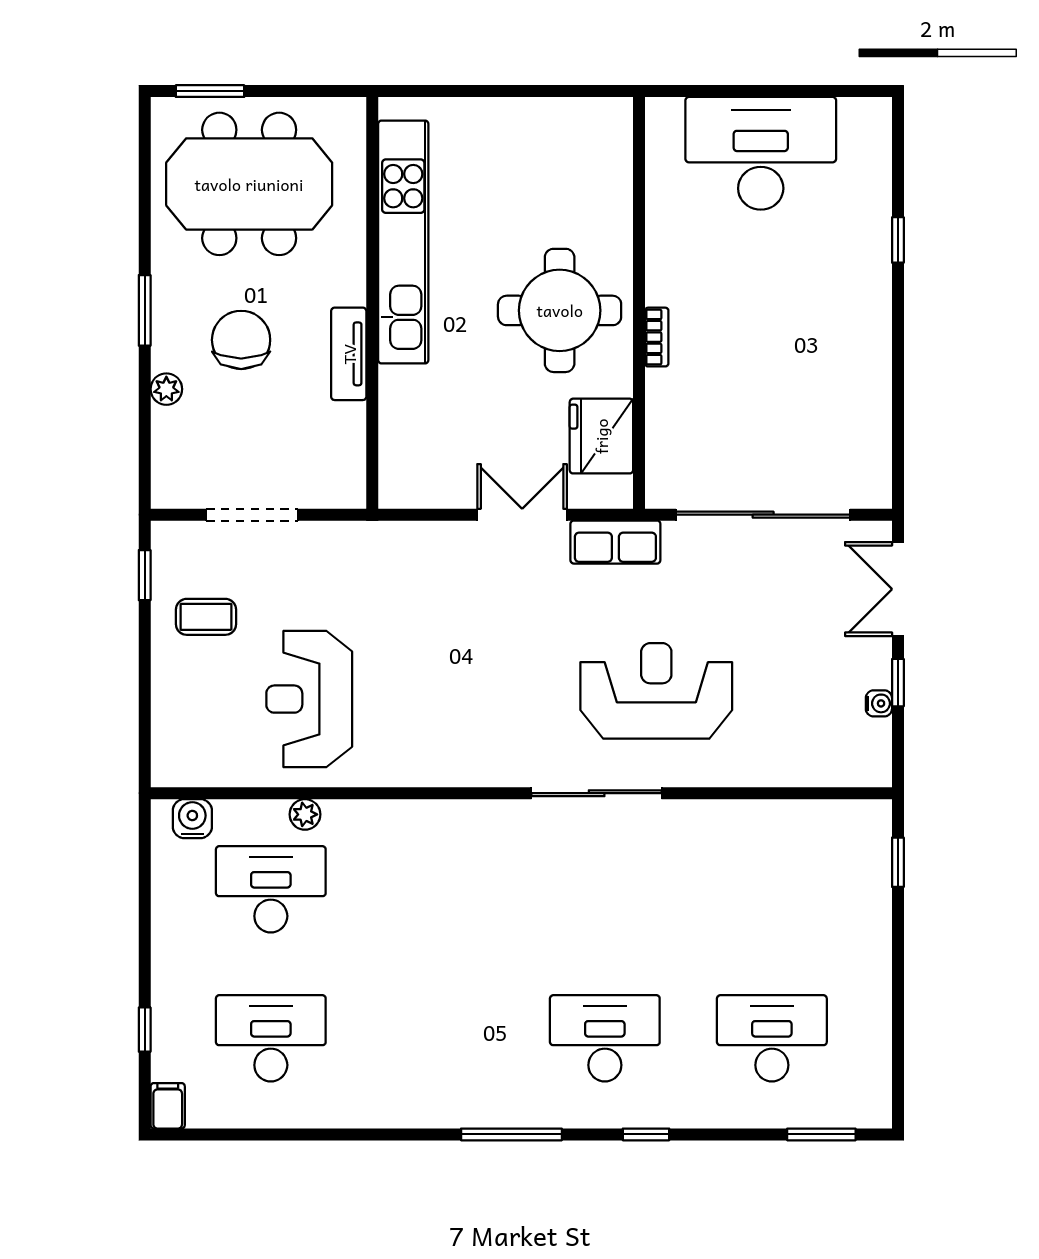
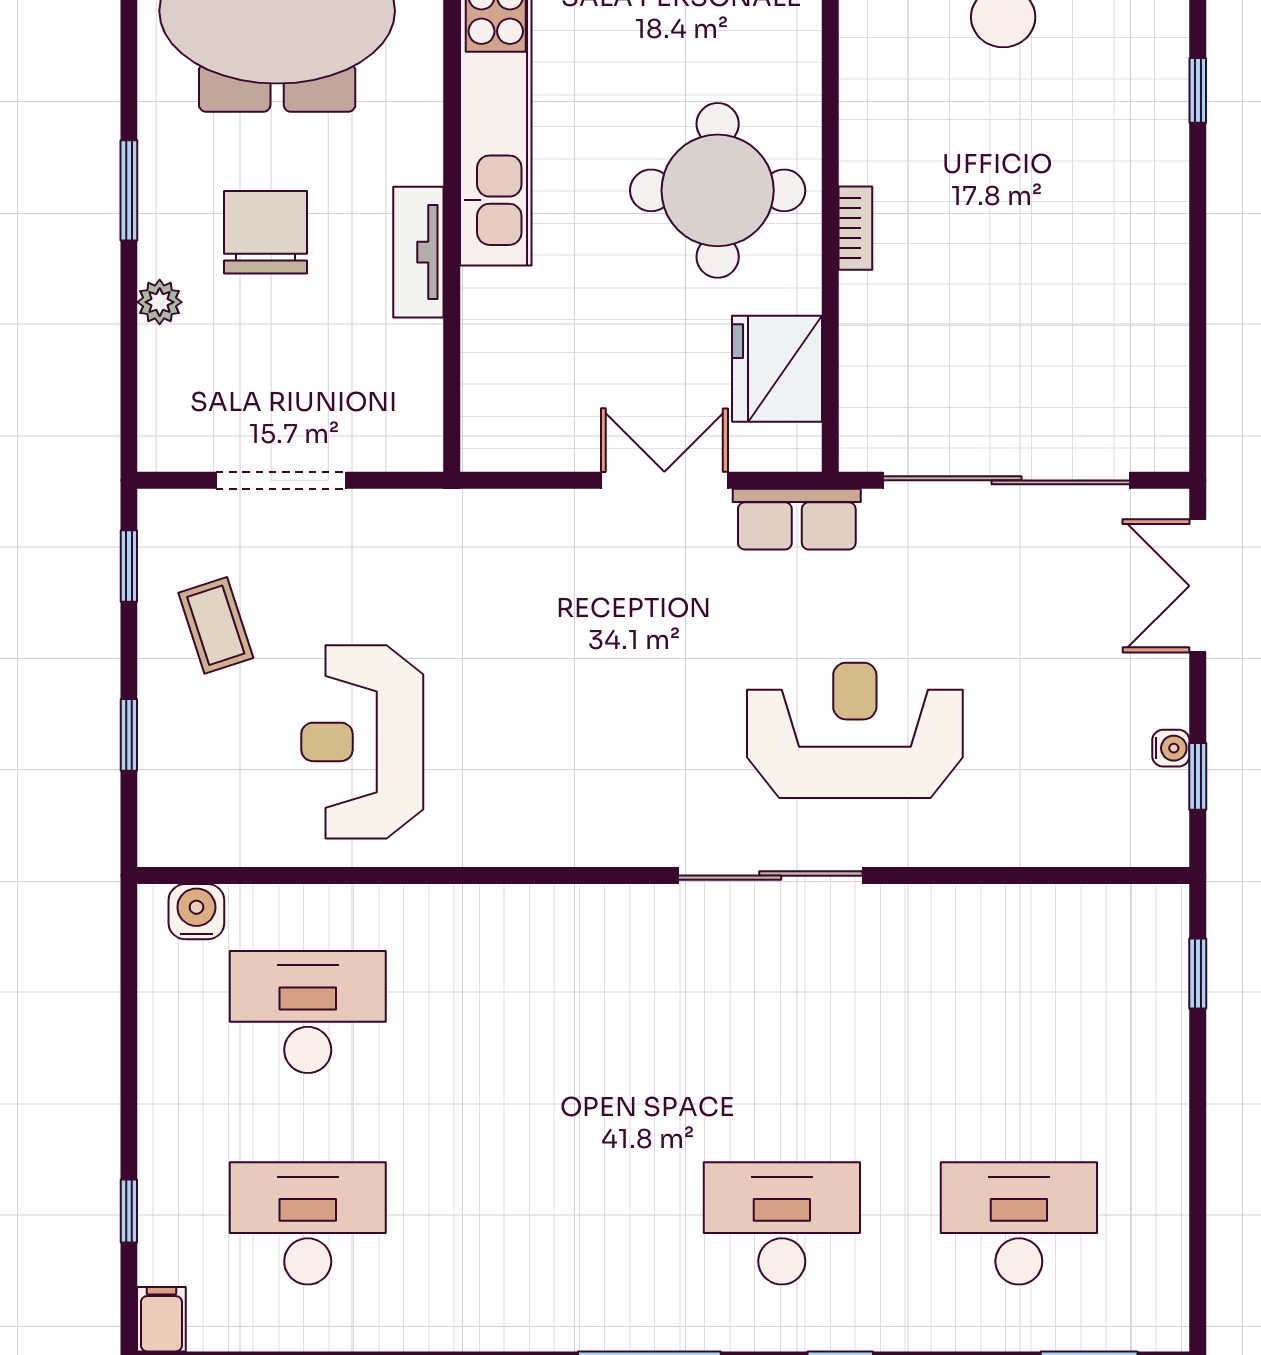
coffee table: (206, 617) -> (216, 625), turned 72
window: (898, 683) -> (1198, 776), moved
window: (145, 694) -> (129, 735), added
plant: (305, 814) -> (356, 906), removed

